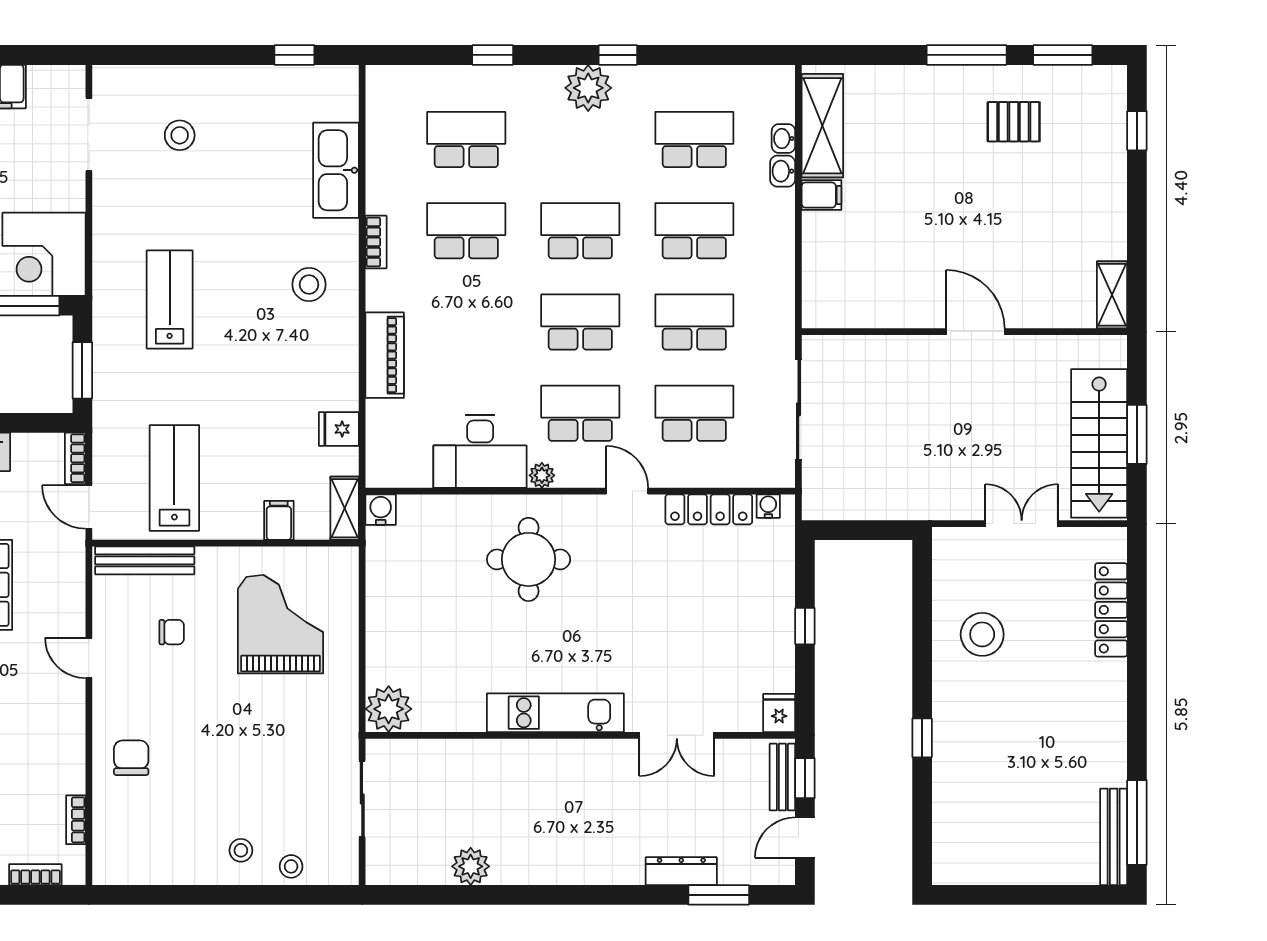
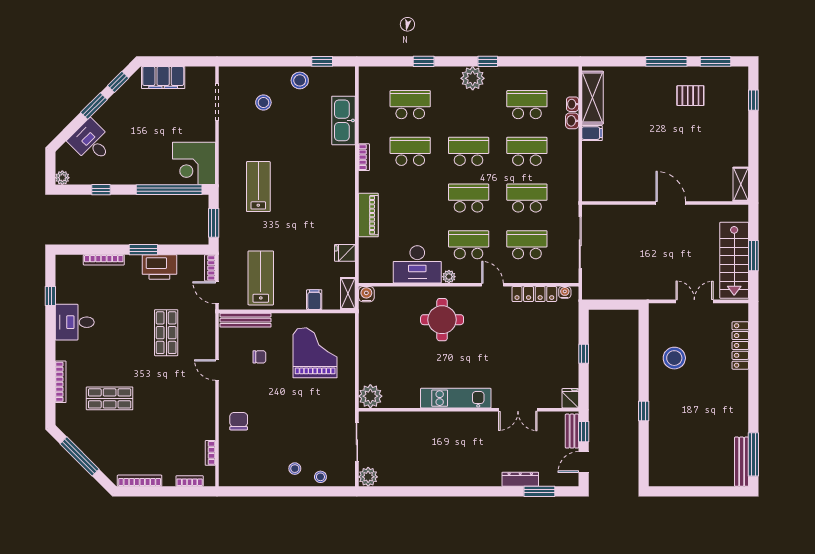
stool: (309, 285) -> (300, 80), moved
plant: (471, 866) -> (368, 477), moved

